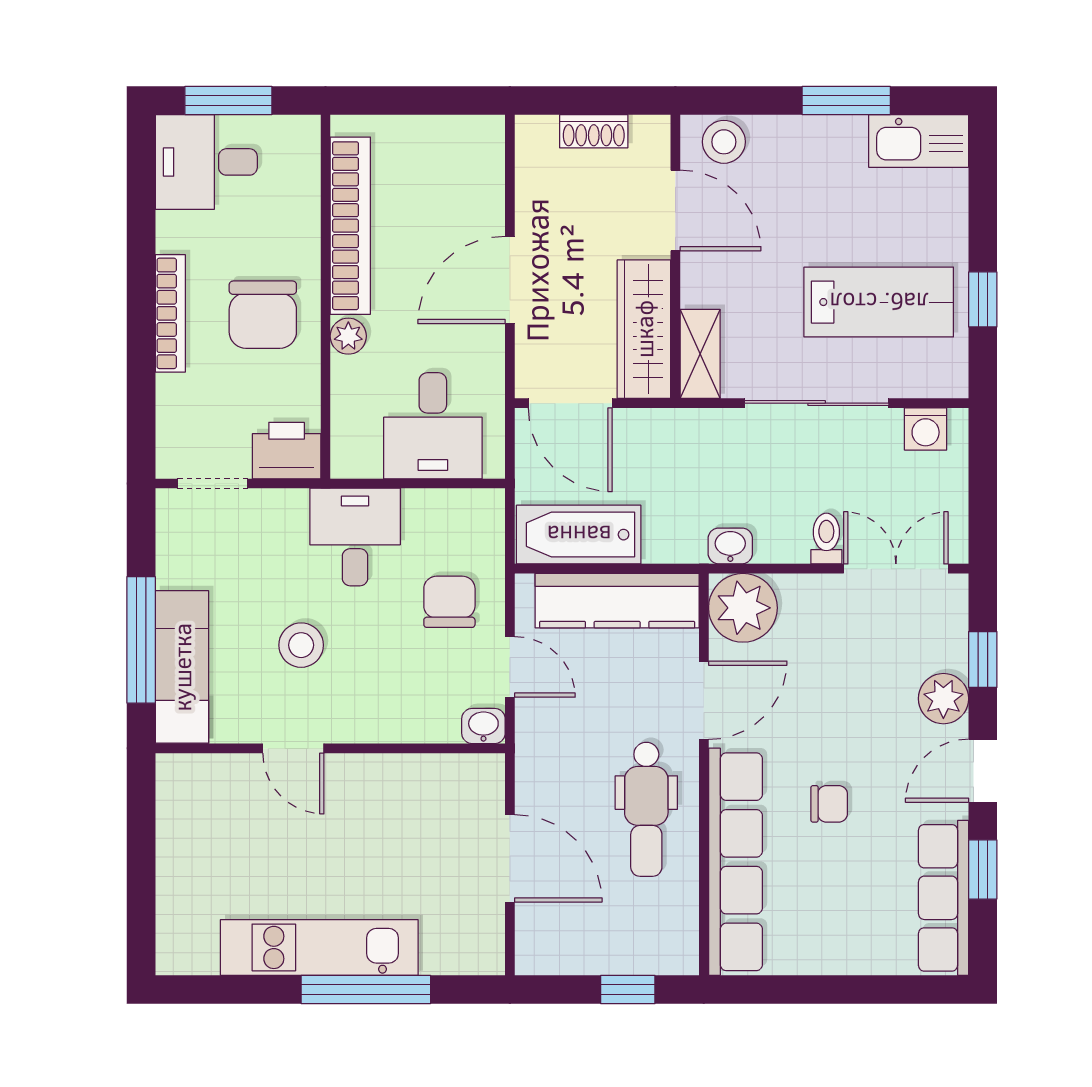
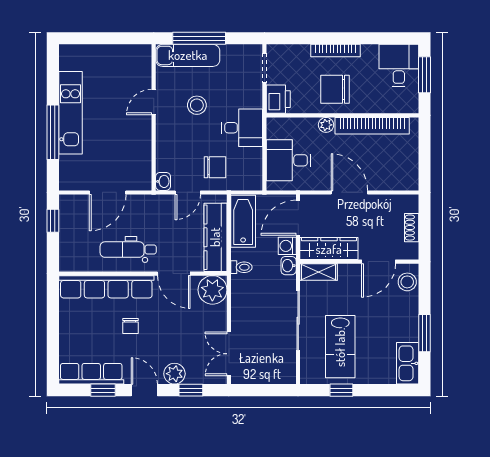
washing machine: (926, 429) -> (287, 246), moved
toilet: (826, 539) -> (241, 267), moved
washbasin: (730, 546) -> (289, 266), moved, turned 180
double door: (896, 569) -> (229, 354), swing flipped
window: (628, 989) -> (53, 221), moved

